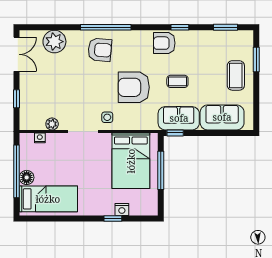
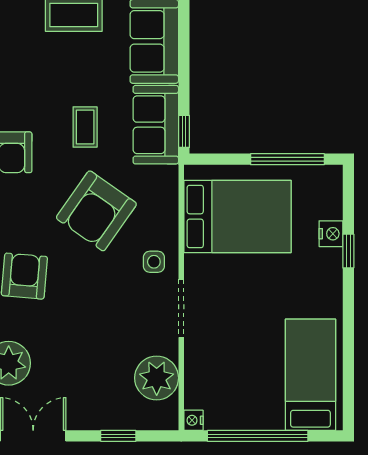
armchair: (134, 87) -> (96, 211), turned 35
plant: (52, 124) -> (157, 378), width x1.87, depth x1.87
nightstand: (40, 138) -> (194, 420), moved
window: (161, 170) -> (287, 159), moved
floor lamp: (27, 177) -> (269, 417), removed

